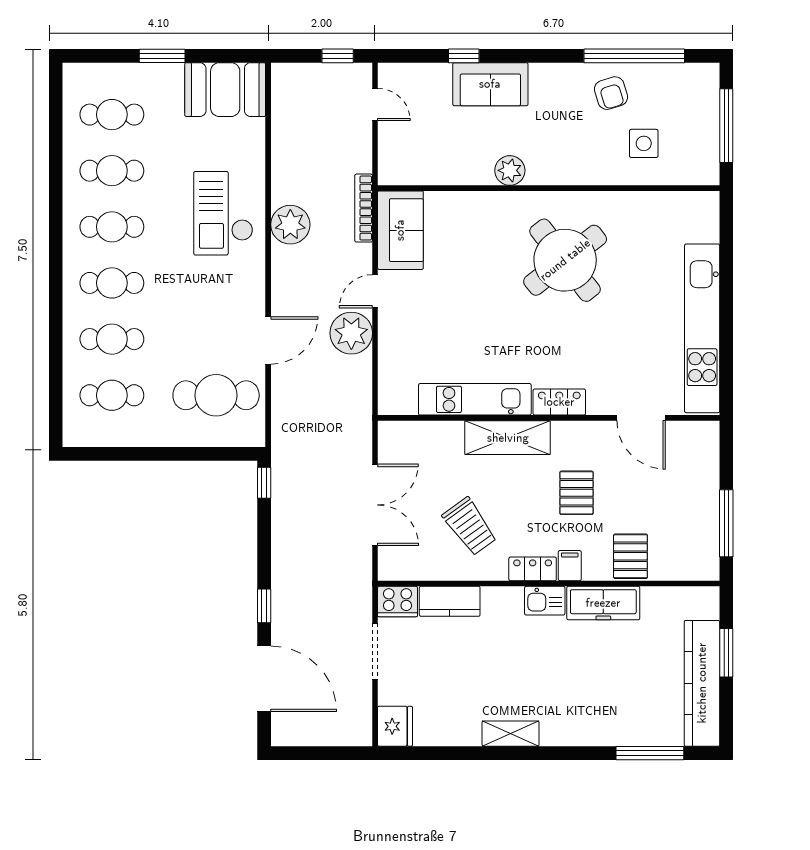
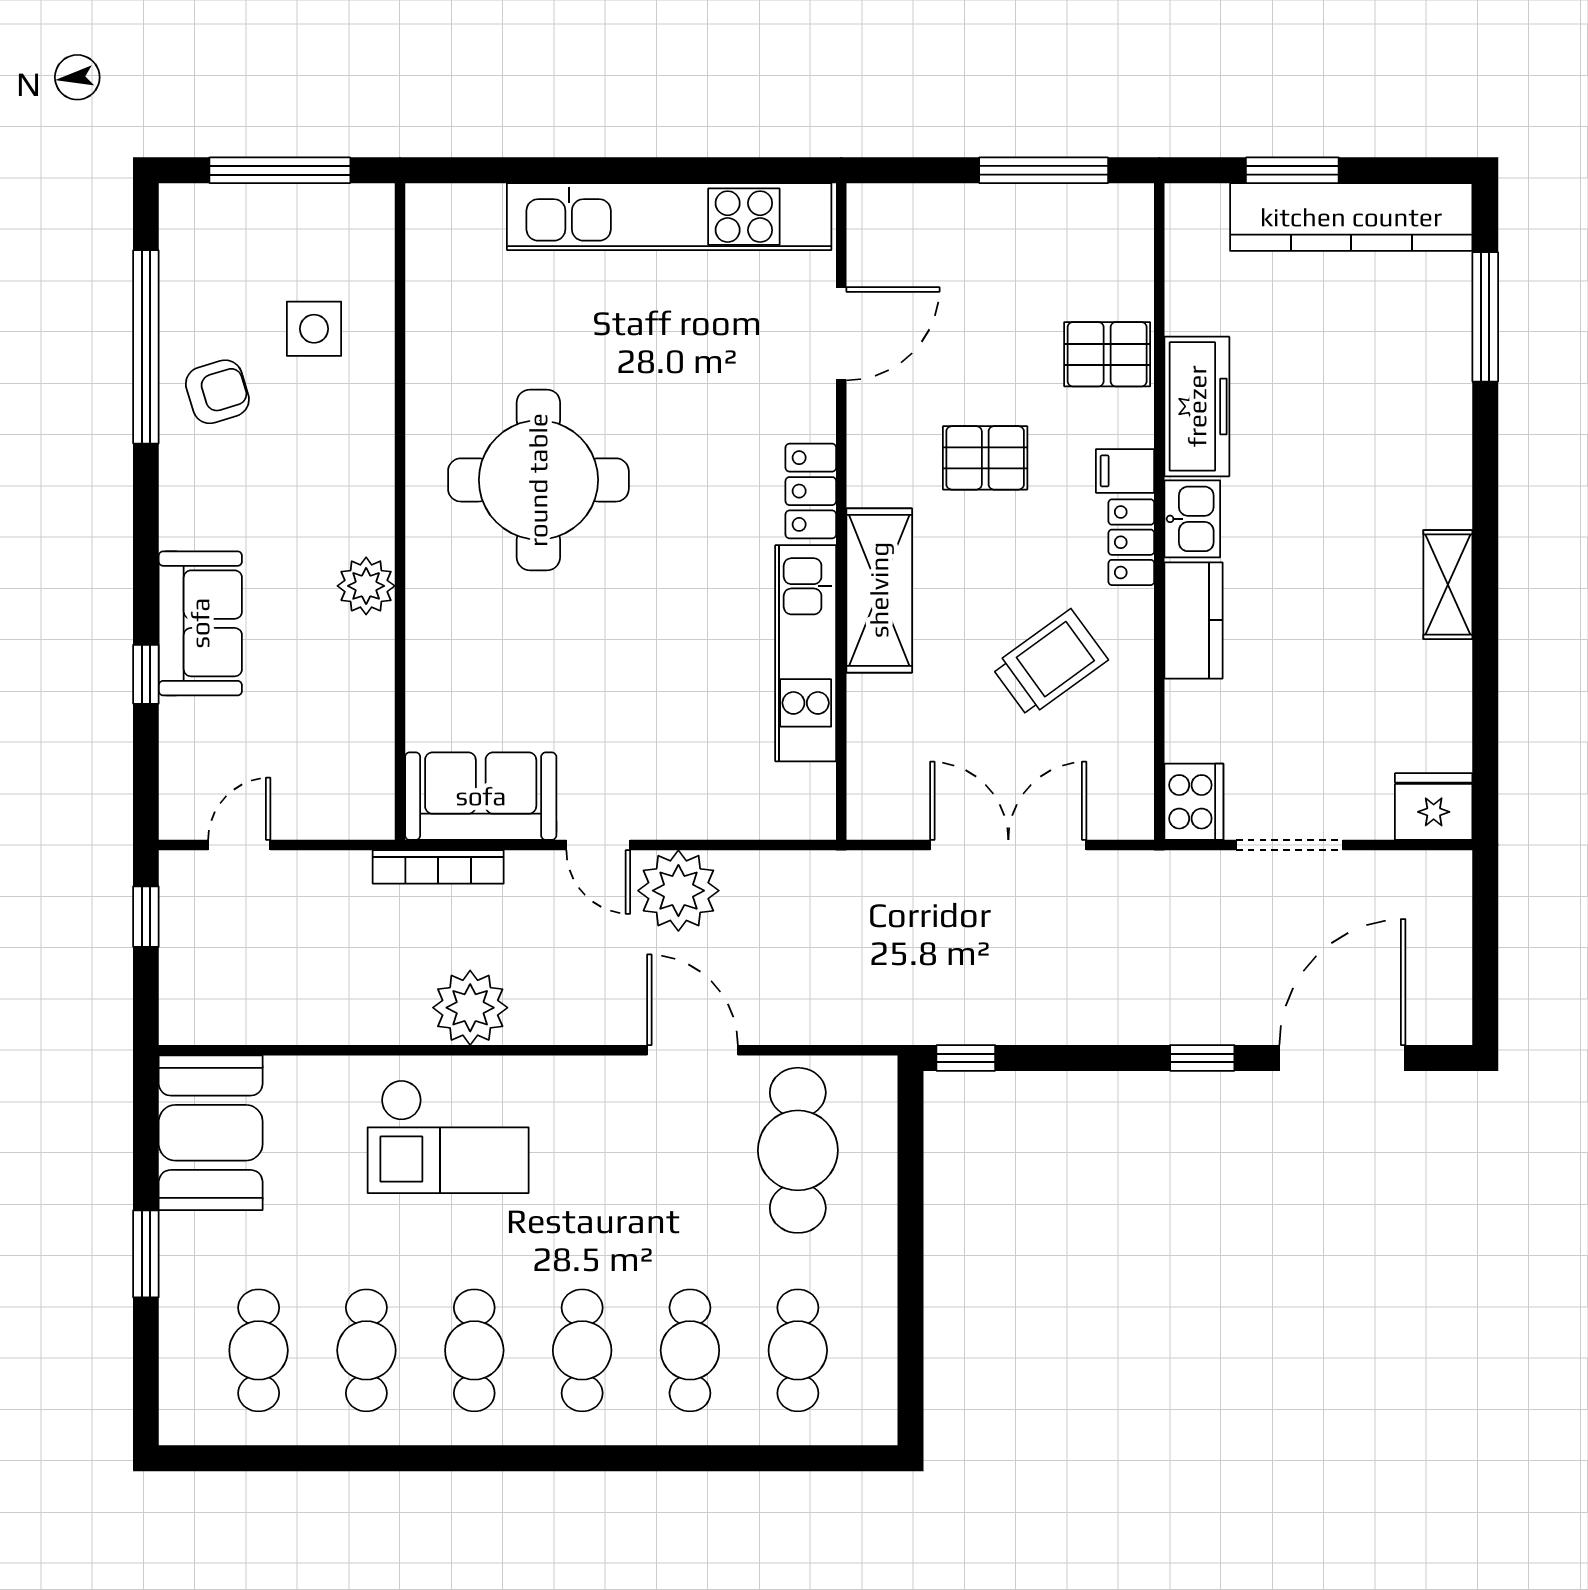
round table: (565, 260) -> (538, 480), turned 38
kitchen counter: (450, 601) -> (1194, 620), moved

